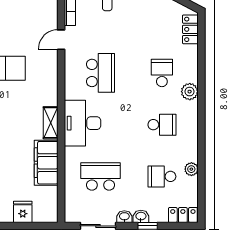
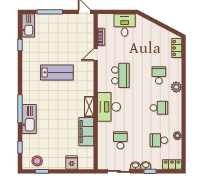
school desk: (100, 176) -> (120, 140), width x0.54

